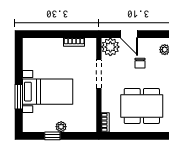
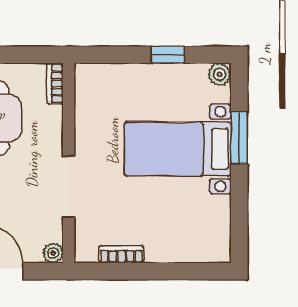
plant: (110, 47) -> (53, 253), width x0.53, depth x0.53
plant: (61, 127) -> (220, 74), moved

